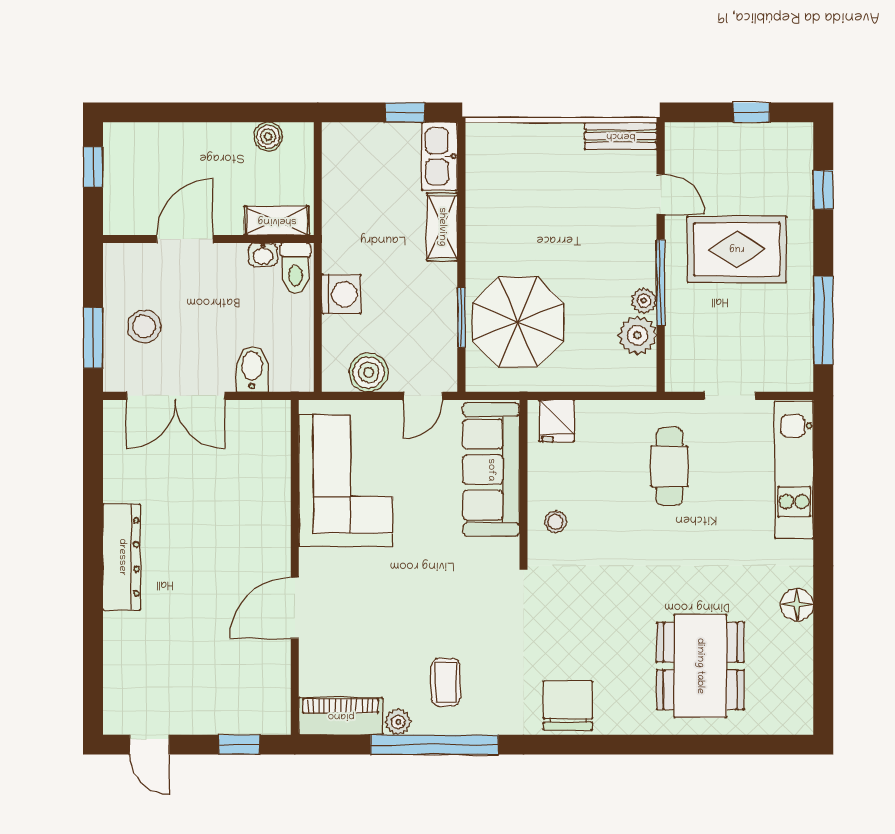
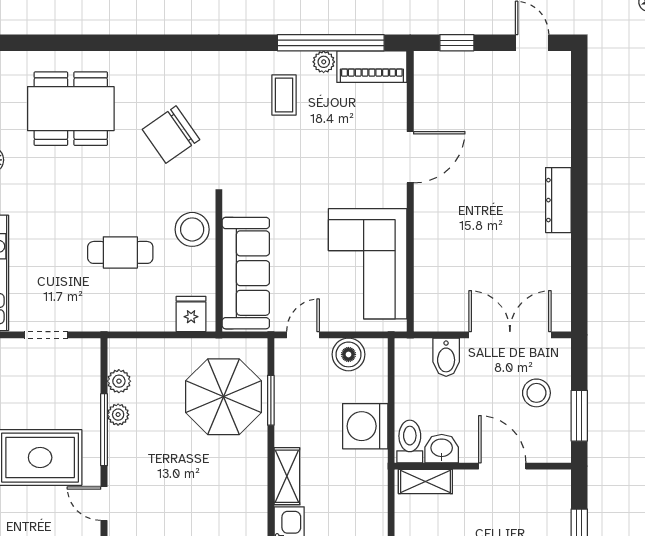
door: (185, 239) -> (502, 466), swing flipped
washbasin: (263, 255) -> (442, 449), width x1.38, depth x1.45
washing machine: (341, 294) -> (365, 426), width x1.37, depth x1.37
plant: (638, 335) -> (119, 381), width x0.73, depth x0.73
window: (93, 338) -> (579, 416), moved
cafe table: (669, 466) -> (120, 252), moved, turned 90
stool: (555, 522) -> (192, 229), width x1.89, depth x1.89
dresser: (122, 557) -> (558, 200), width x0.73, depth x0.80
dining table: (700, 666) -> (71, 109), turned 90
chair: (568, 706) -> (171, 135), moved, turned 55
window: (434, 745) -> (331, 43), moved

